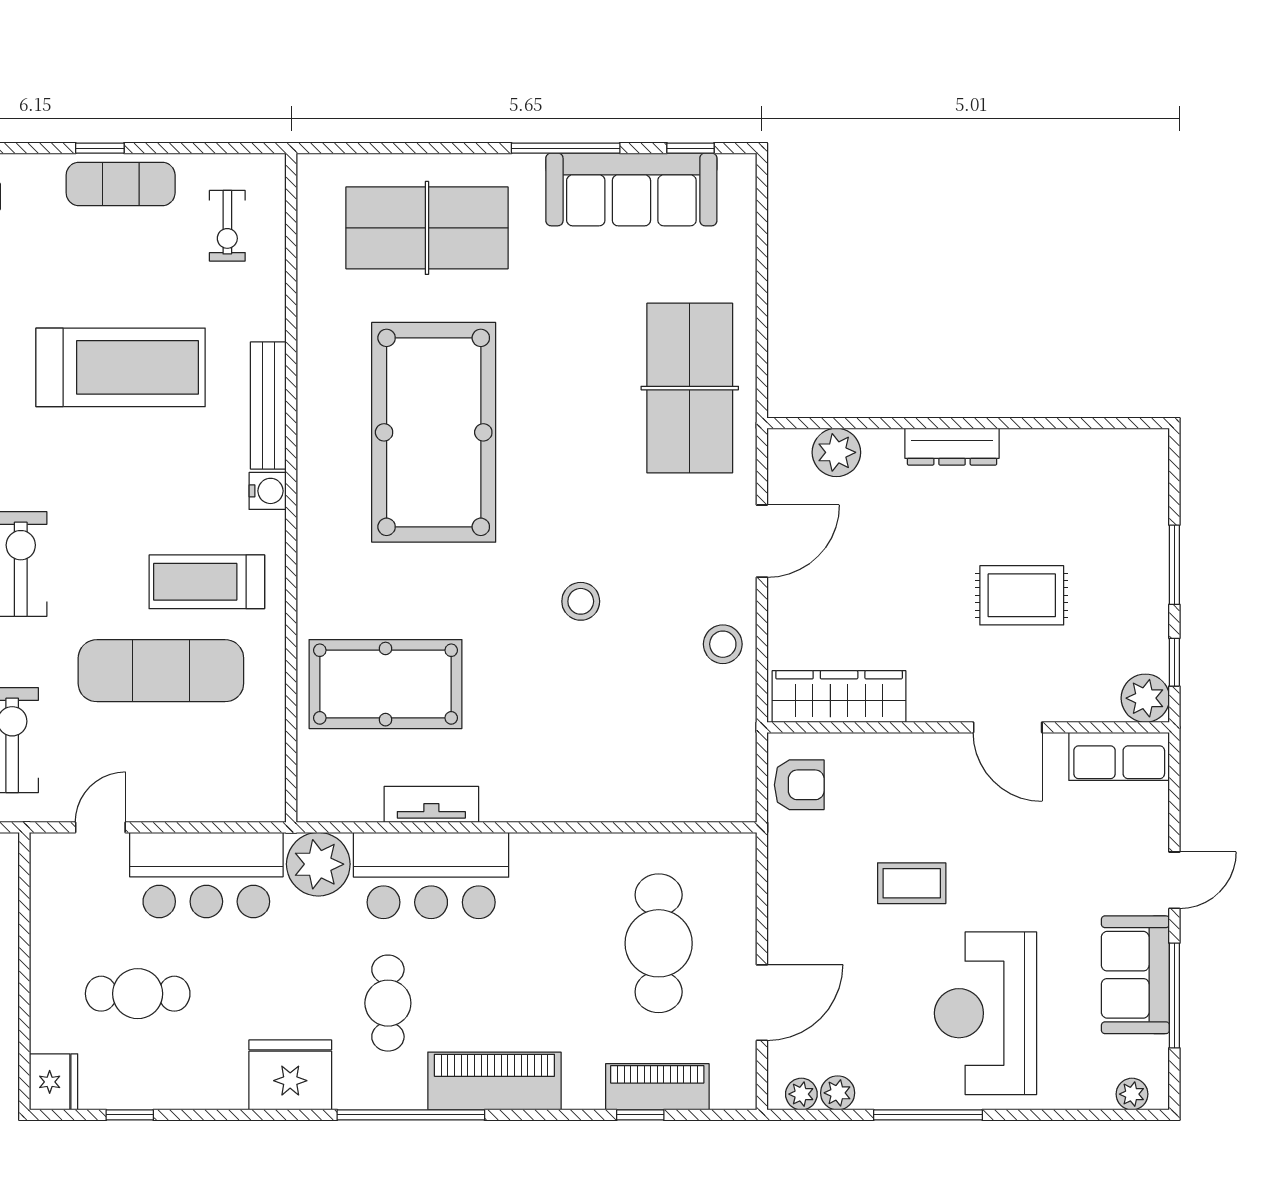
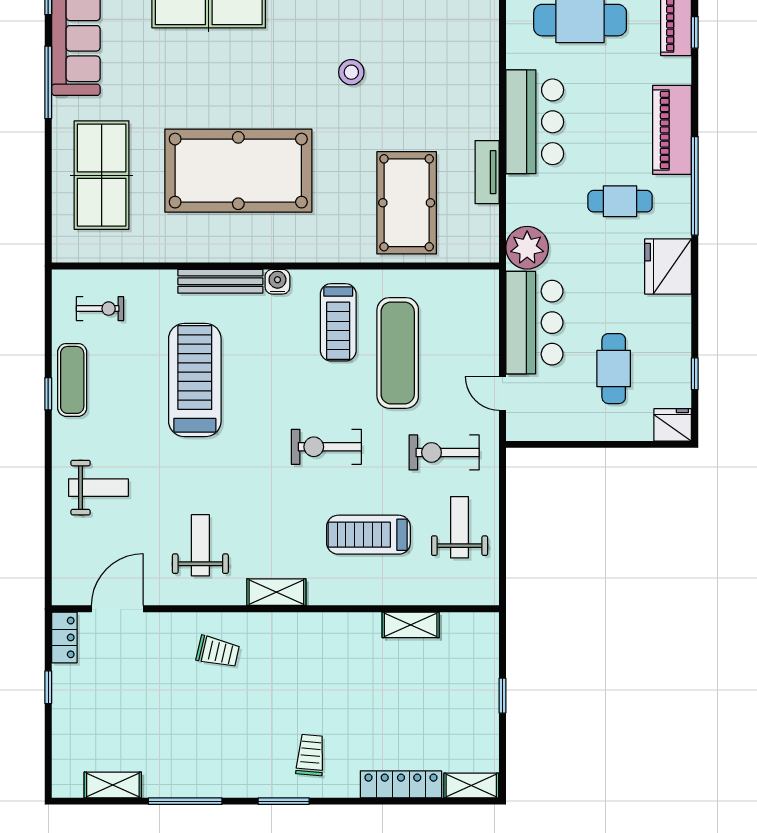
bar counter: (431, 876) -> (535, 122), moved

